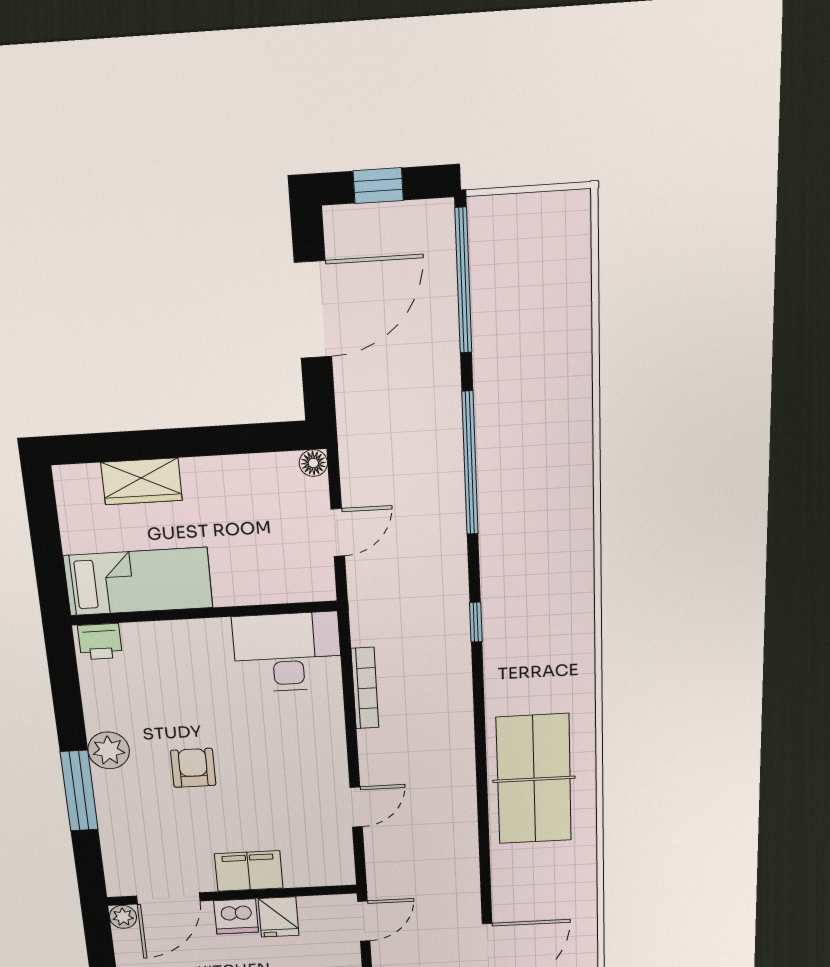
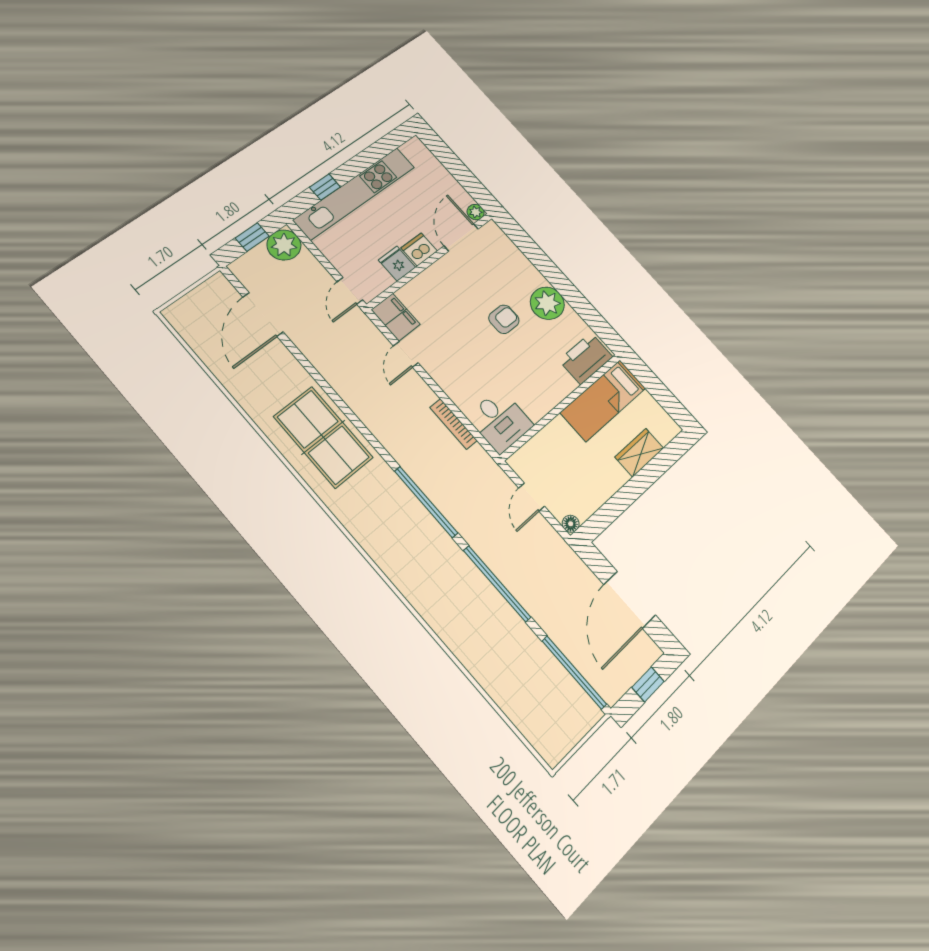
window: (476, 622) -> (426, 502), width x3.17
printer: (100, 642) -> (586, 358), width x1.87, depth x1.48
desk: (287, 652) -> (500, 421), width x0.73
plant: (109, 750) -> (547, 303), width x1.36, depth x1.36
armchair: (193, 768) -> (504, 319), turned -90
window: (79, 791) -> (548, 269), removed
filing cabinet: (249, 871) -> (396, 317), moved, turned -90

